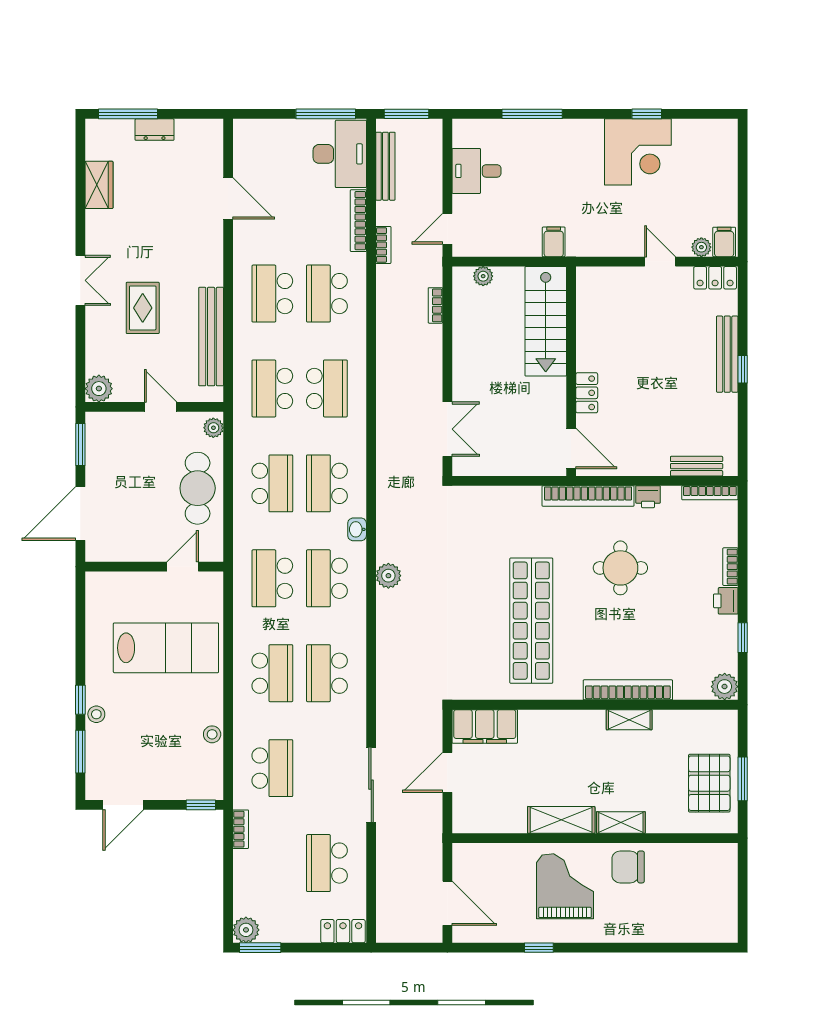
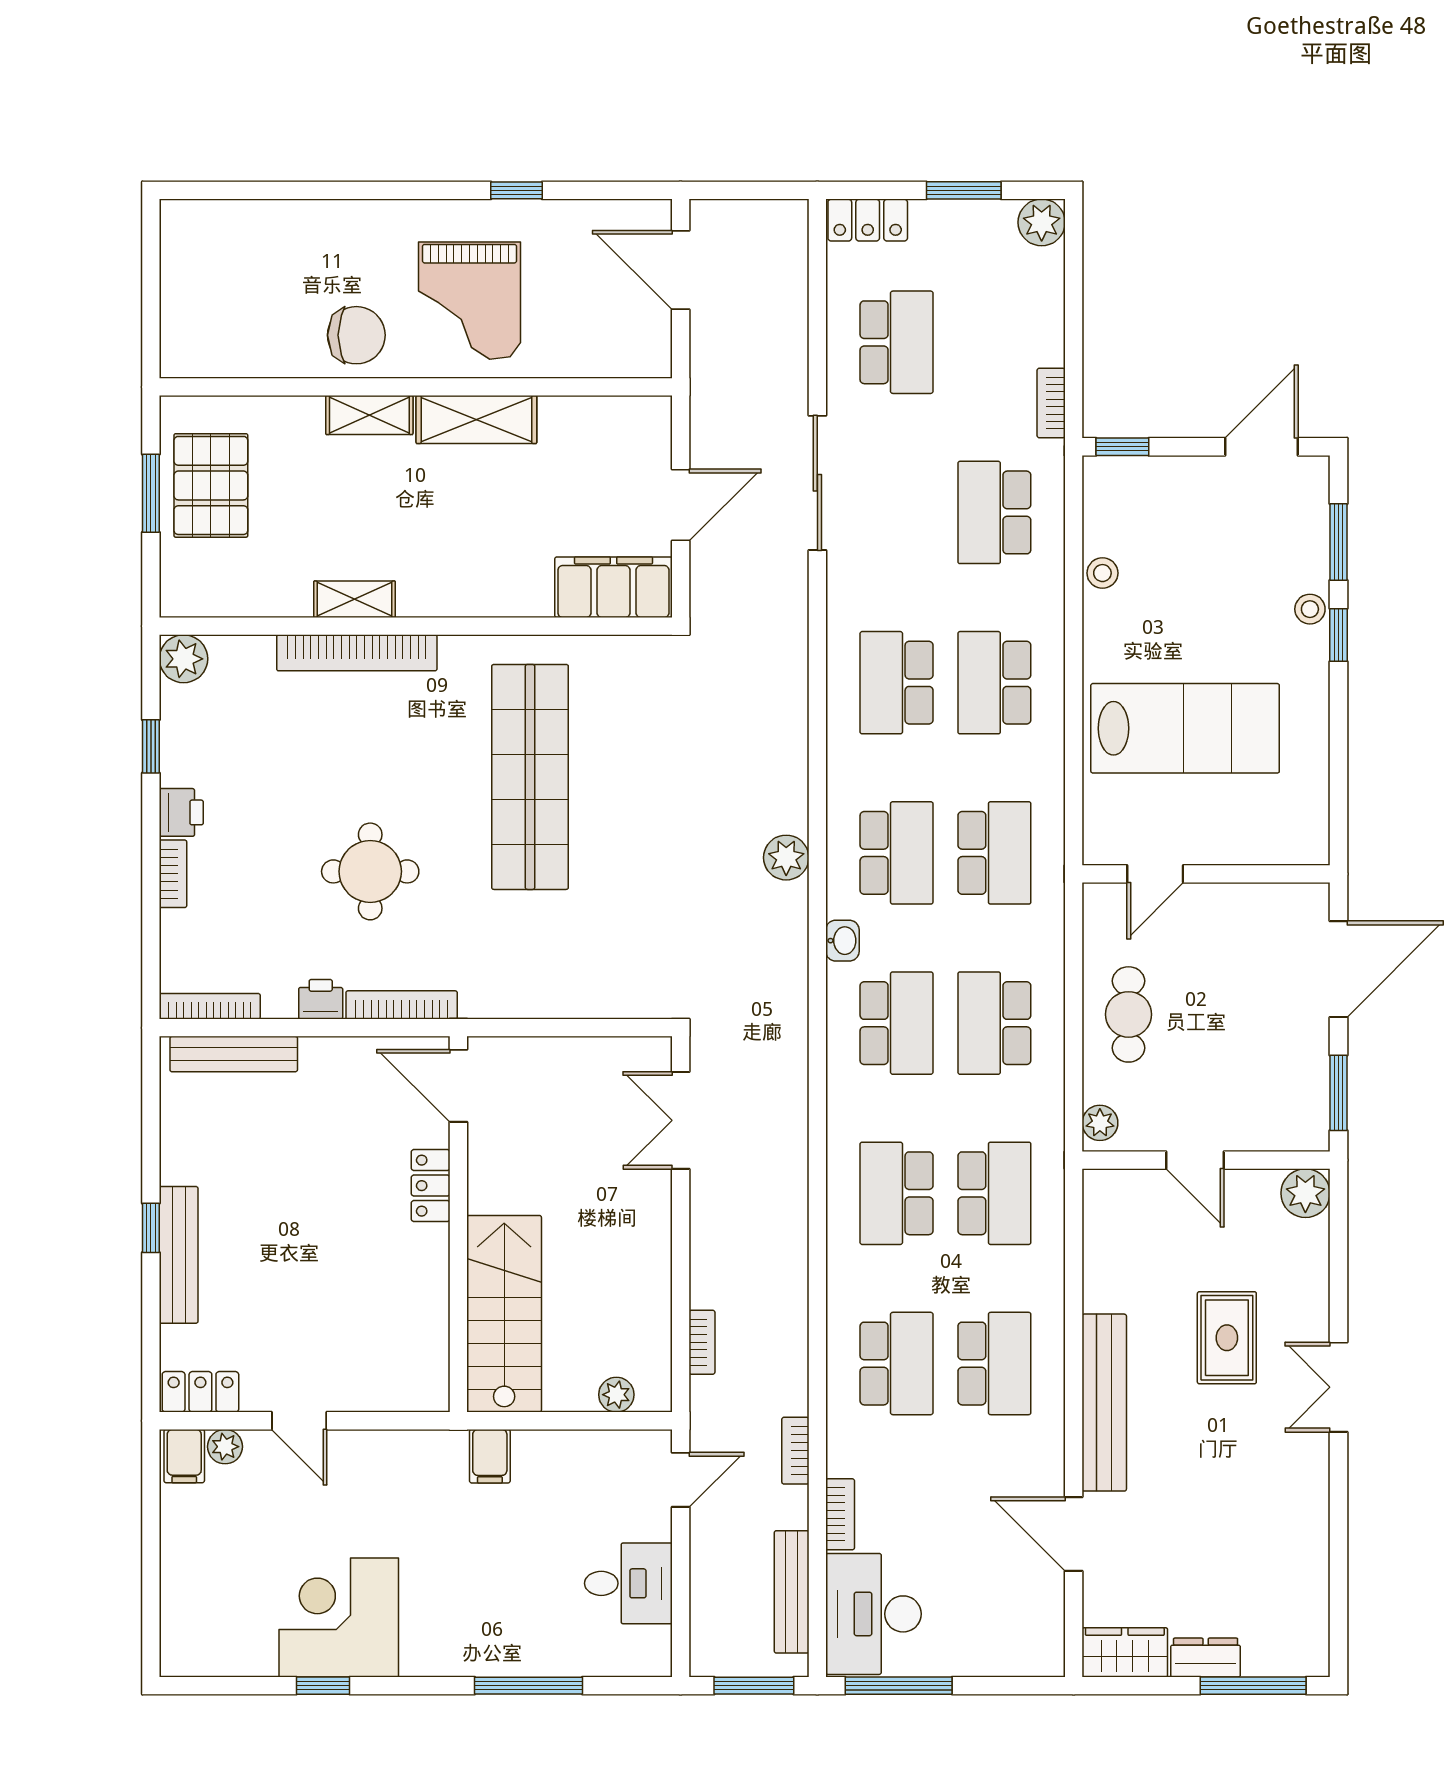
wardrobe: (99, 185) -> (1125, 1652), moved, turned 90
bookcase: (358, 221) -> (840, 1514), width x0.64
bench: (211, 337) -> (1104, 1403), moved
bench: (697, 466) -> (234, 1054), width x1.36
cafe table: (198, 488) -> (1129, 1014), width x0.73, depth x0.74
bookcase: (588, 496) -> (402, 1005), width x0.68, depth x0.76
lab bench: (166, 648) -> (1185, 728), turned 180
school desk: (327, 673) -> (897, 683), turned 180
window: (260, 948) -> (964, 190), moved

